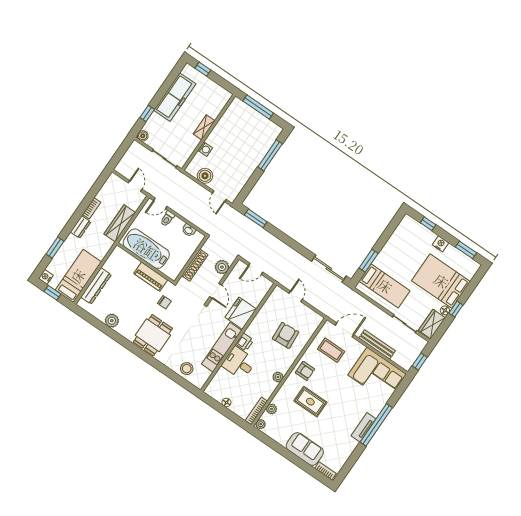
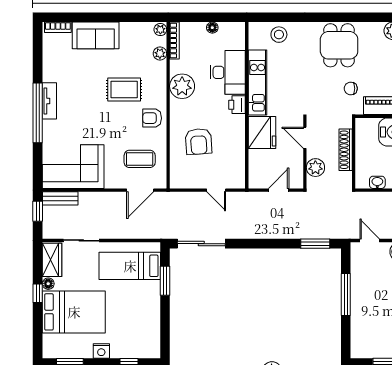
window: (270, 155) -> (346, 295), moved
bench: (377, 344) -> (60, 198), moved, width x0.73
desk: (239, 363) -> (228, 72), width x1.37
plant: (278, 377) -> (182, 86), width x1.87, depth x1.87

